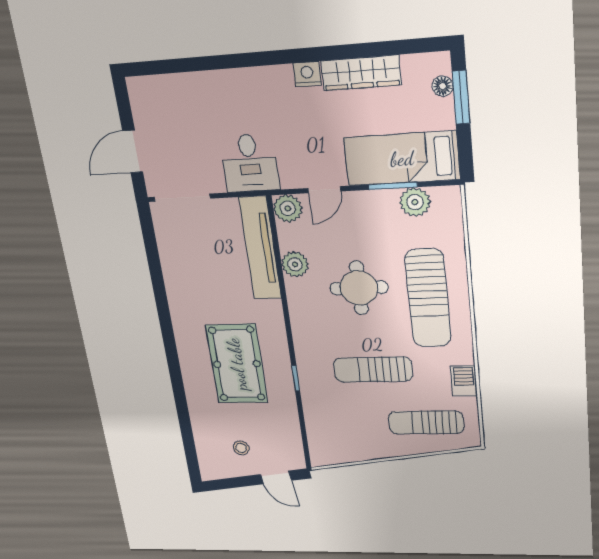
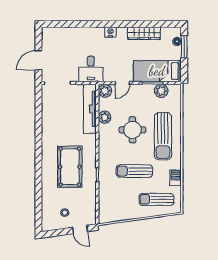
nightstand: (307, 74) -> (110, 32), moved

